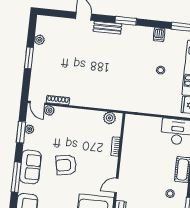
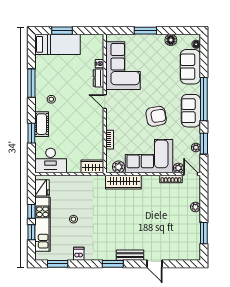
plant: (39, 40) -> (195, 207), moved
window: (29, 58) -> (204, 233), moved
wardrobe: (106, 102) -> (123, 182), added
wardrobe: (136, 121) -> (92, 166), added
corner sofa: (78, 126) -> (149, 156), added
window: (16, 177) -> (204, 99), width x1.46
door: (116, 185) -> (105, 102), swing flipped

